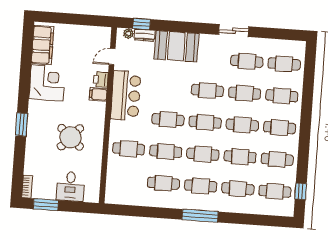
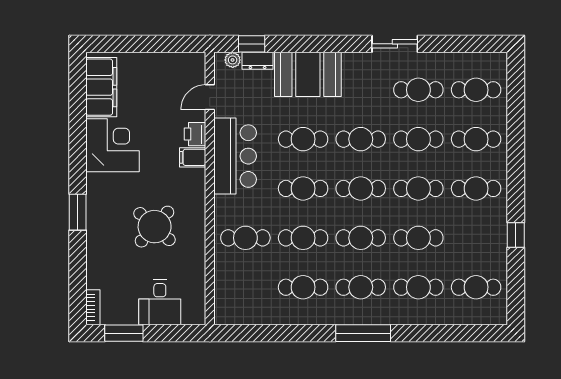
cafe table: (277, 159) -> (303, 139), moved
window: (301, 191) -> (516, 235), moved

